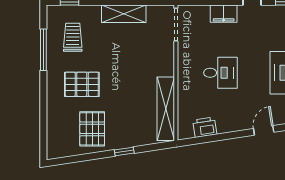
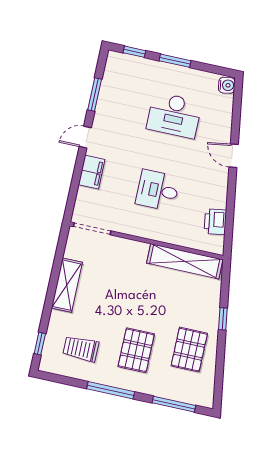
window: (43, 50) -> (111, 390), moved
desk: (220, 73) -> (158, 190), turned -90
window: (43, 126) -> (174, 404), added
pallet: (92, 129) -> (189, 350), turned 90

